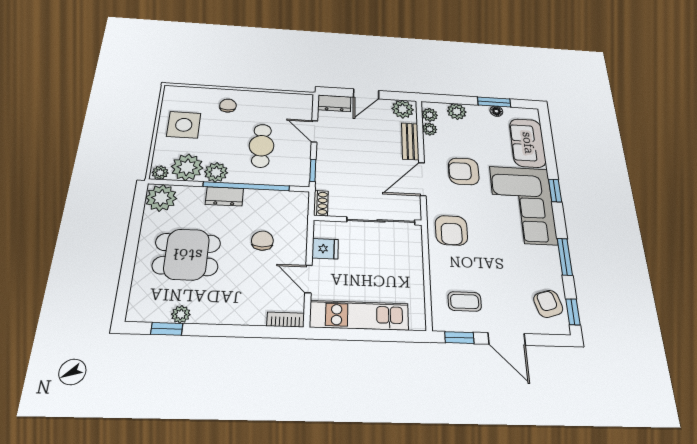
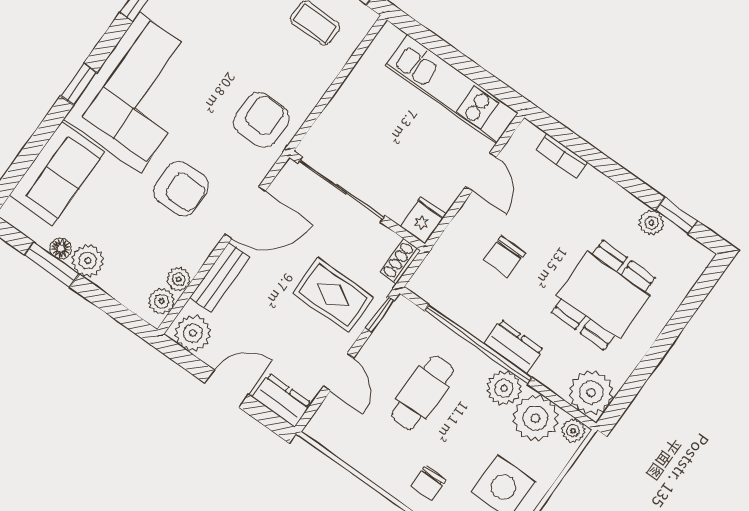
plant: (457, 111) -> (88, 261), moved
rug: (345, 166) -> (333, 295), added
fridge: (325, 249) -> (423, 220), moved, turned 90
dining table: (187, 254) -> (603, 295), turned 90
bookcase: (286, 320) -> (562, 156), moved

